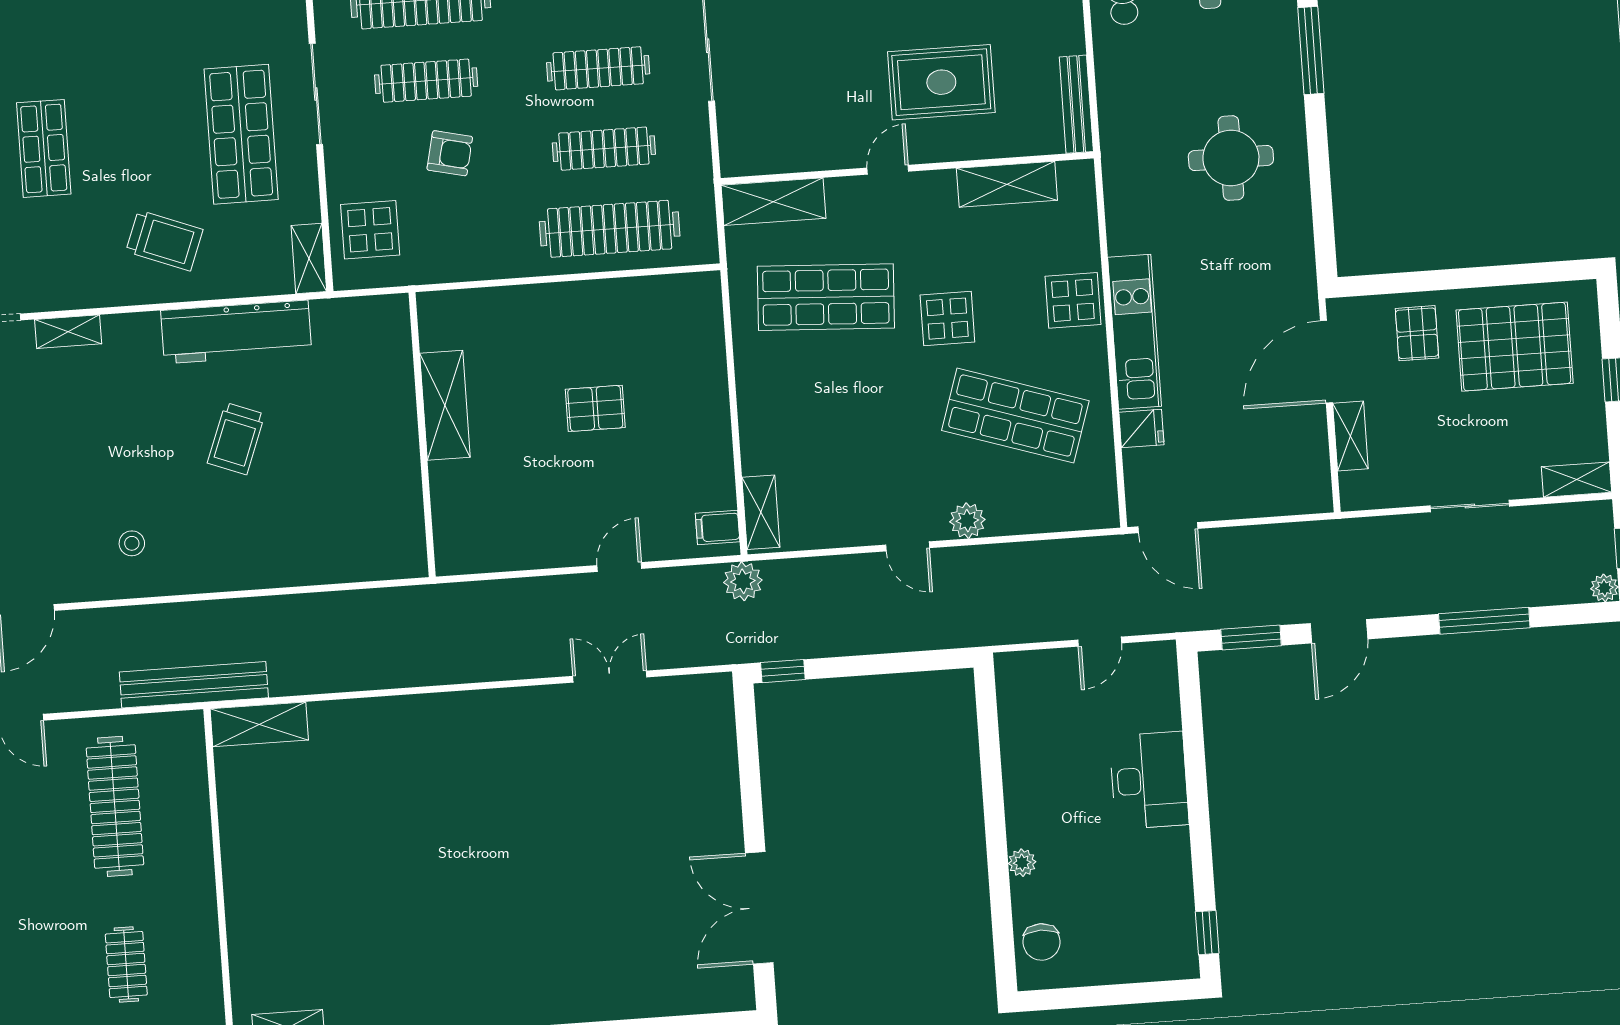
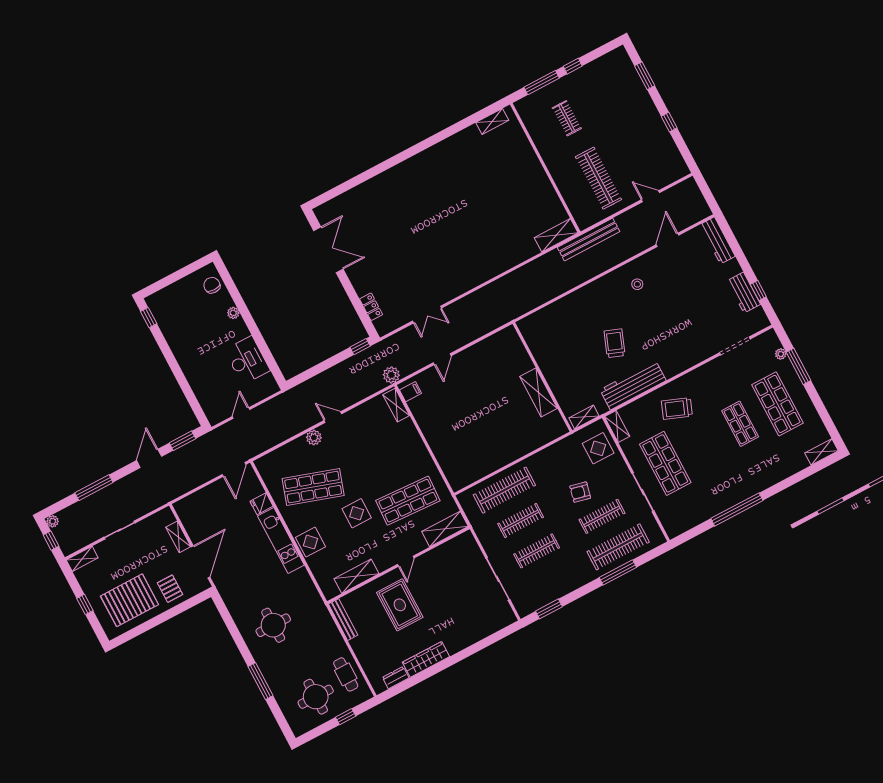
rug: (941, 82) -> (400, 605), turned 90
shelving: (68, 332) -> (584, 417), moved
pallet: (595, 408) -> (479, 417), removed
door: (1168, 528) -> (234, 469), swing flipped
locker: (722, 746) -> (371, 307), added
desk: (1149, 780) -> (247, 360), moved, turned 180

